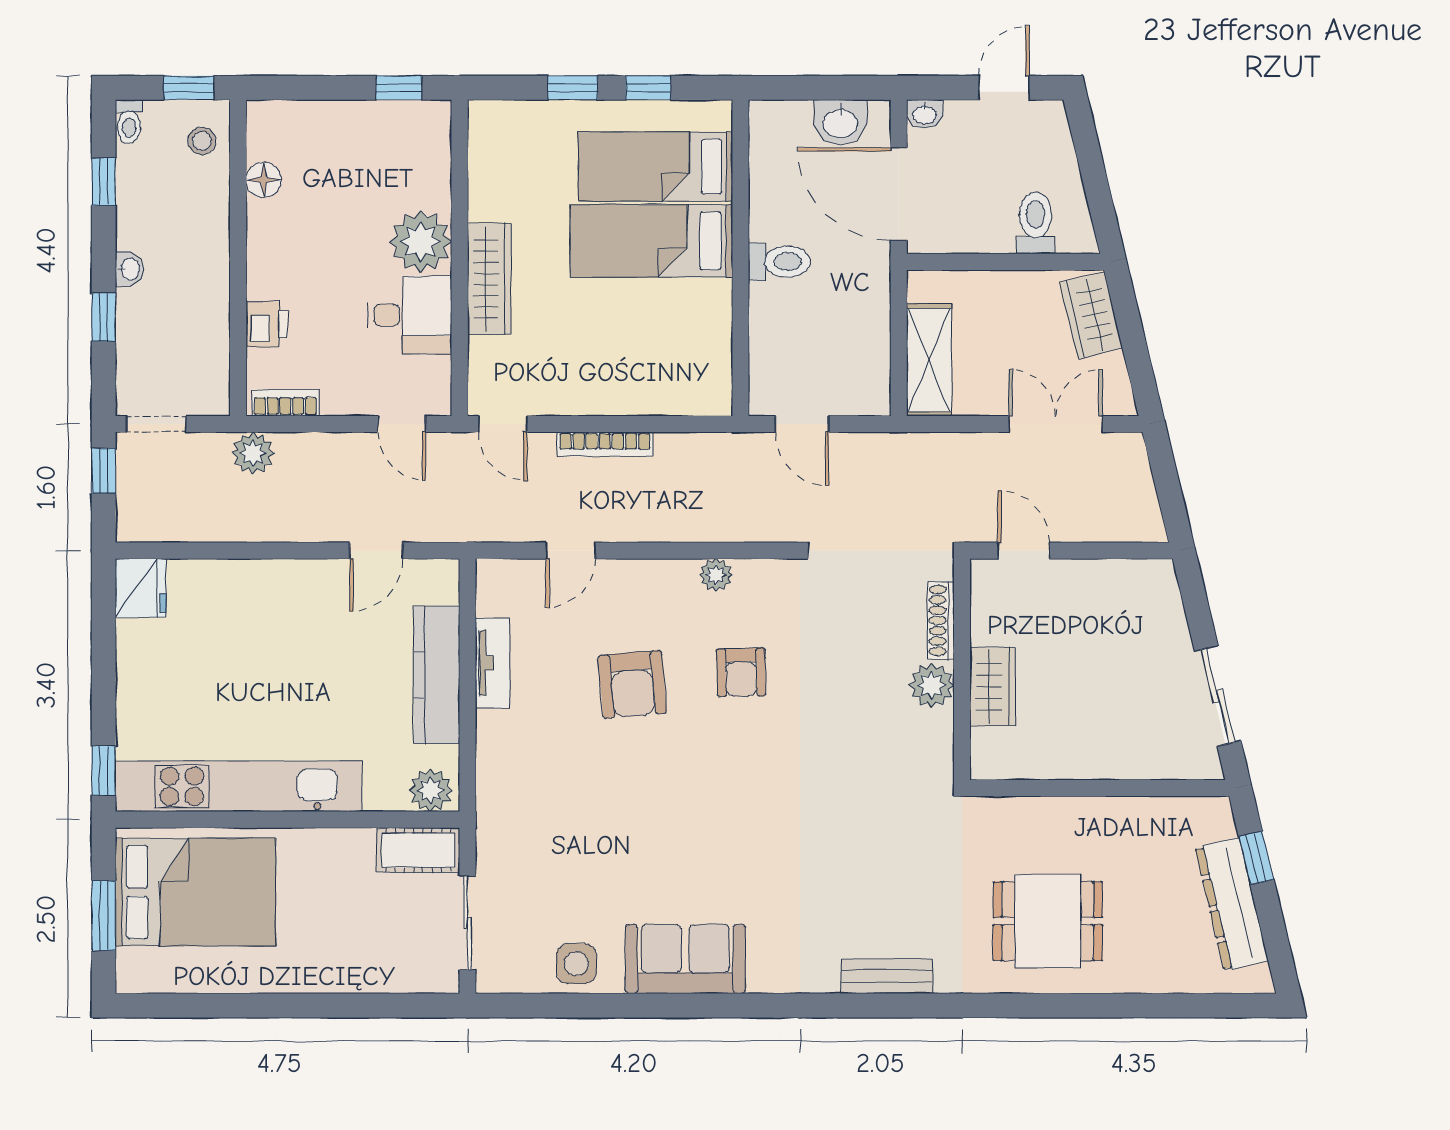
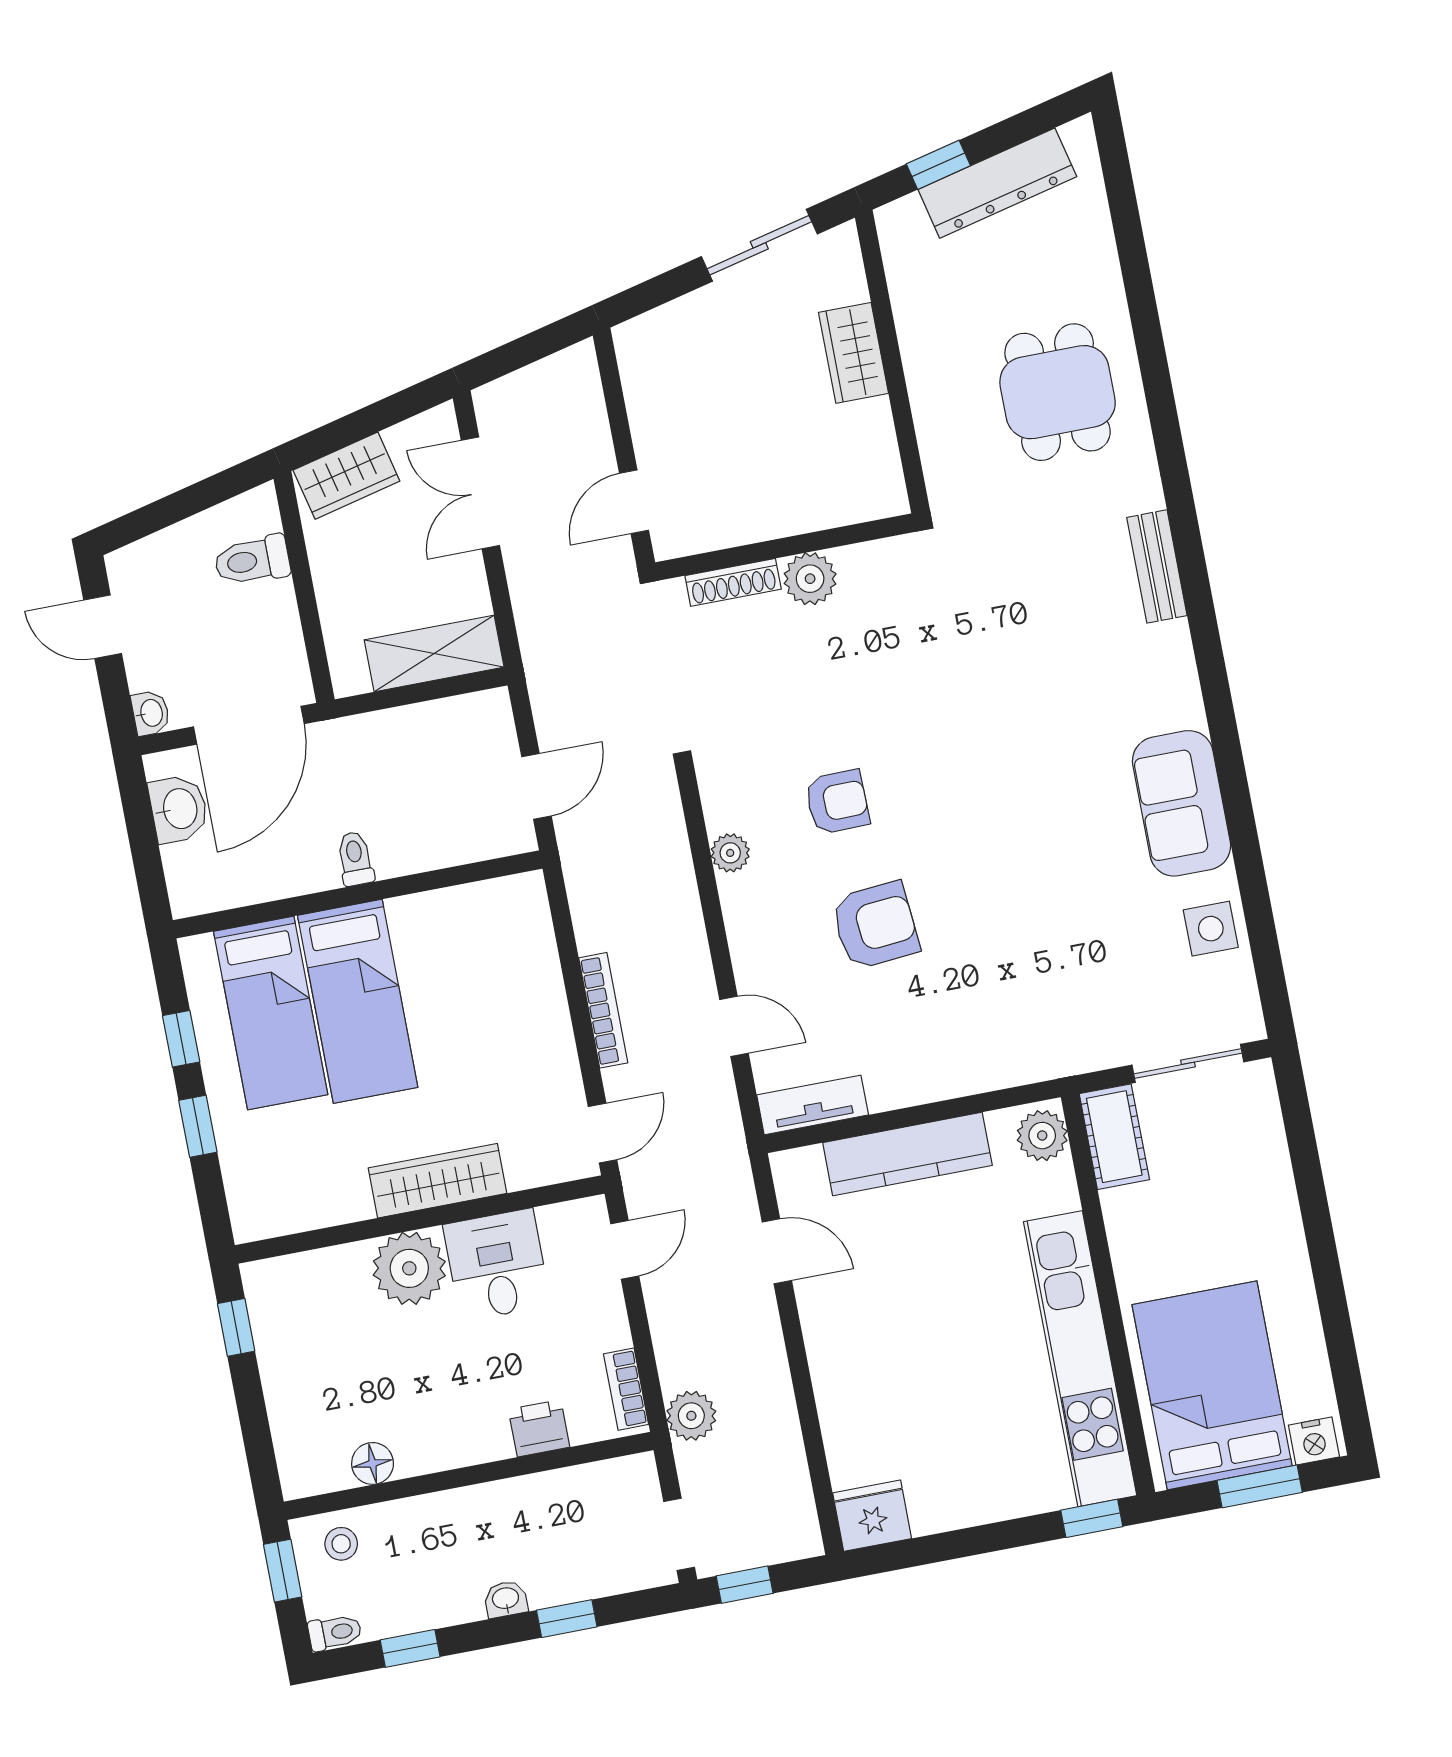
toilet: (779, 262) -> (355, 859), width x0.73, depth x0.72
tv unit: (493, 663) -> (813, 1105), moved
wardrobe: (993, 687) -> (853, 353), moved, turned -90
nightstand: (133, 968) -> (1314, 1441), added

